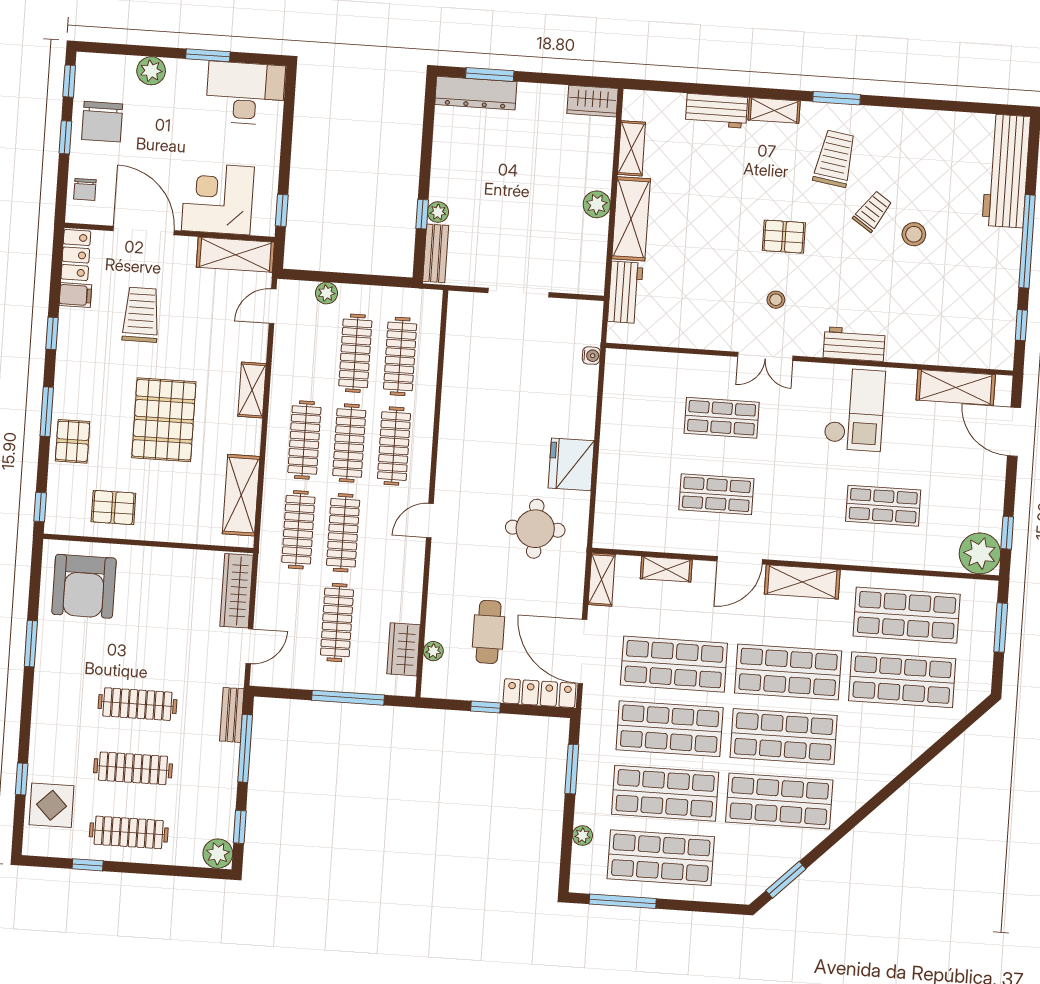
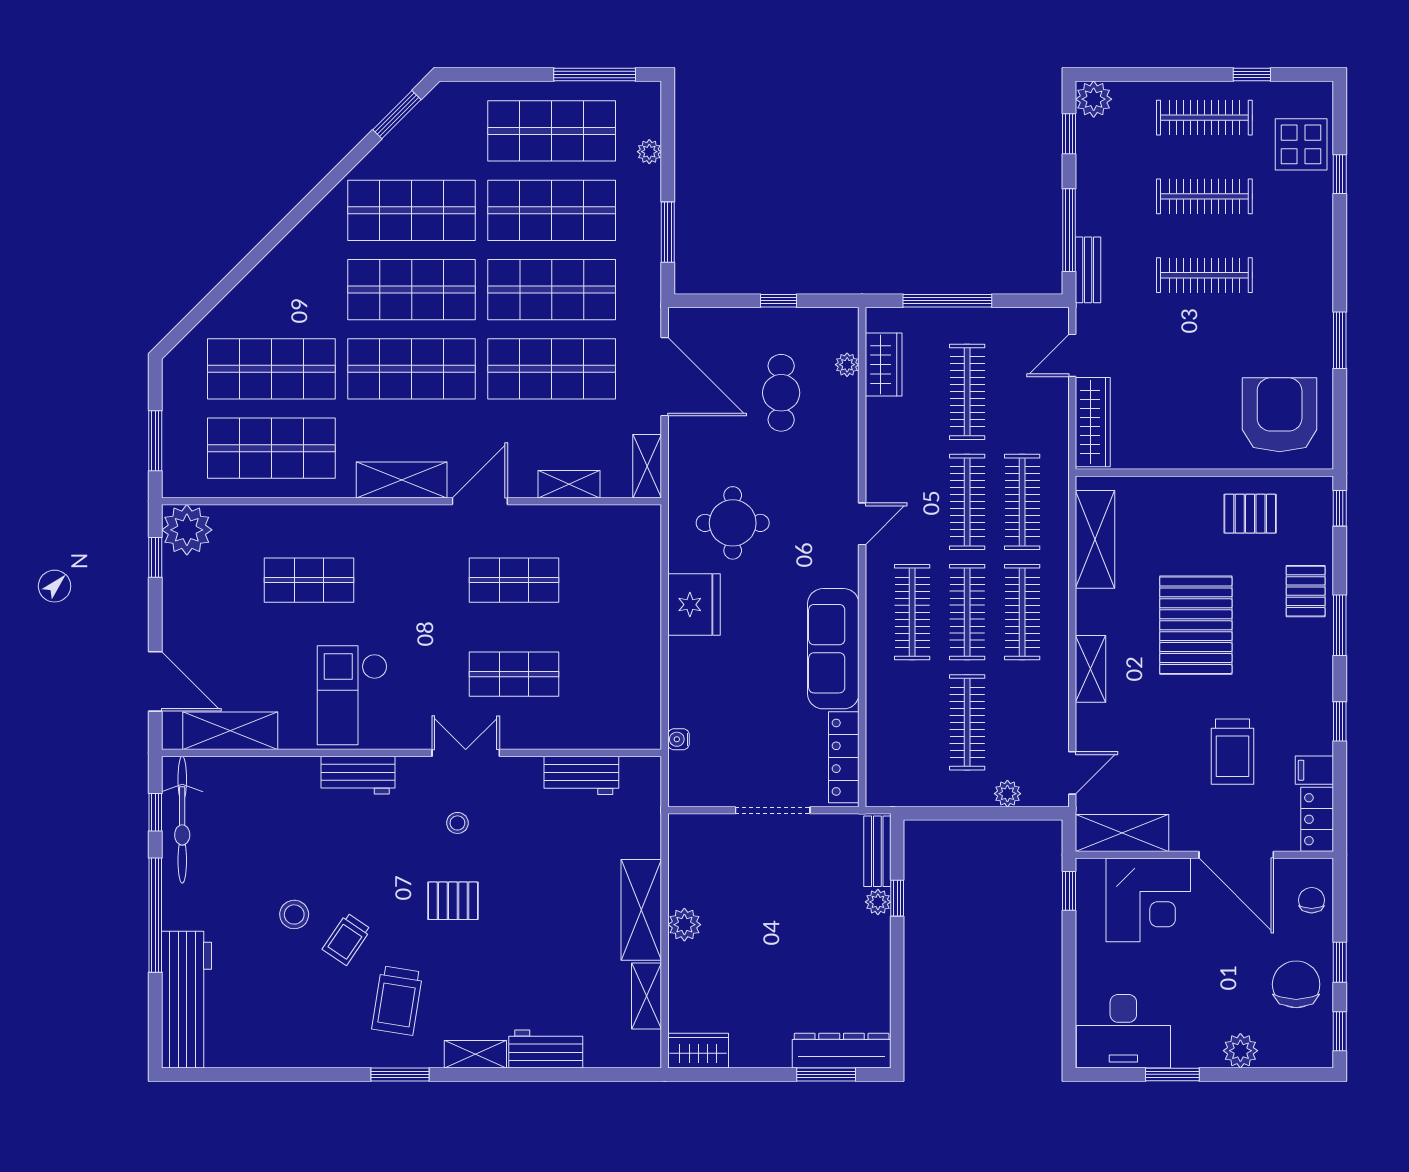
workbench: (625, 292) -> (581, 775), moved, turned -90
bicycle: (1000, 318) -> (182, 820), added
clothes rail: (400, 356) -> (912, 722), removed
sofa: (460, 421) -> (833, 649), added
locker: (540, 693) -> (844, 757), moved, turned 90

